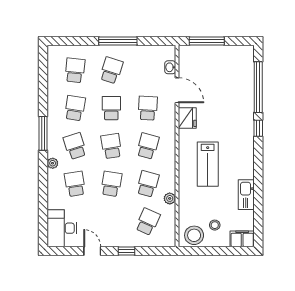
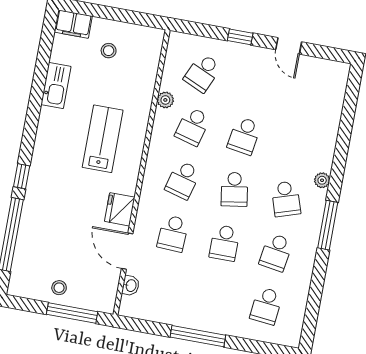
school desk: (111, 70) -> (215, 296), removed
school desk: (75, 184) -> (296, 145), removed
desk: (62, 228) -> (326, 86), removed
stool: (194, 235) -> (59, 288), moved, width x0.53, depth x0.53

